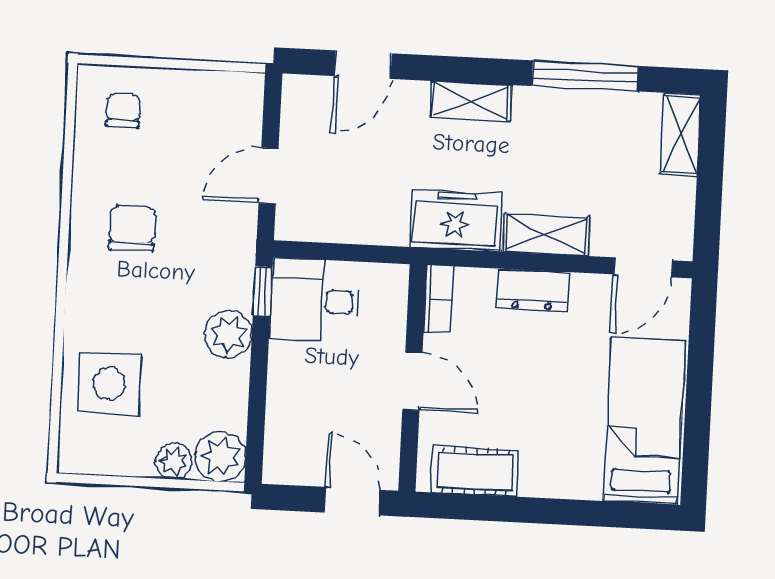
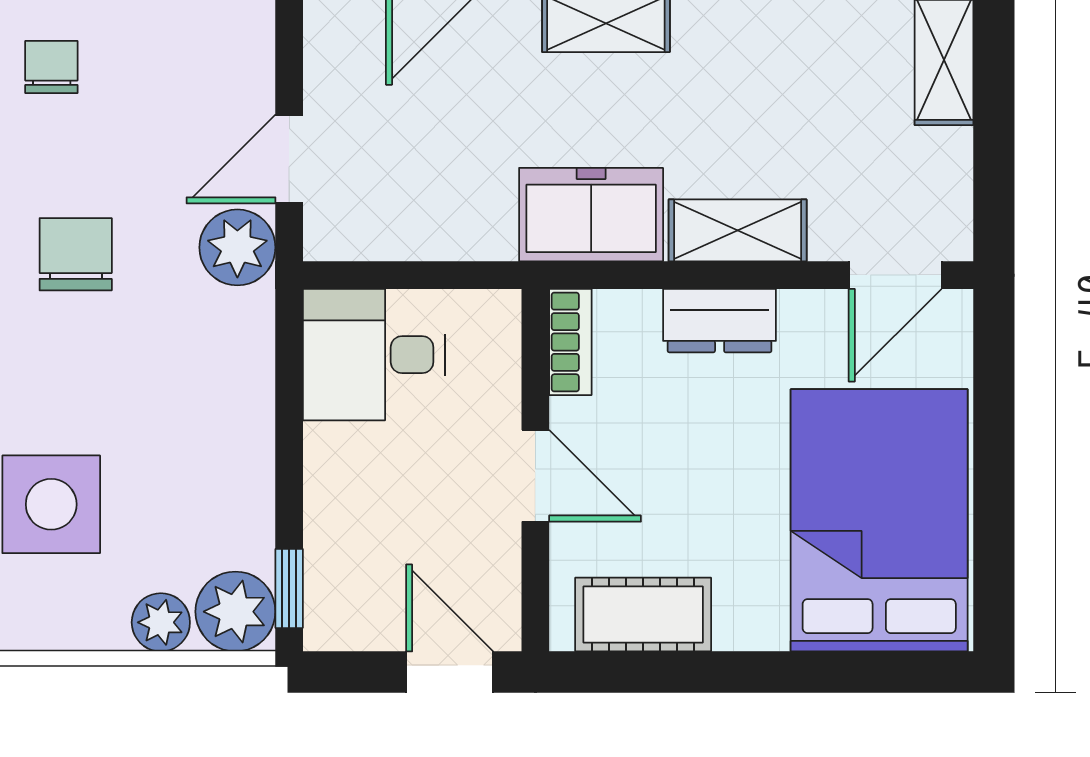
window: (263, 291) -> (289, 588), moved
plant: (228, 334) -> (237, 247), moved
bed: (644, 421) -> (879, 520), width x1.50

